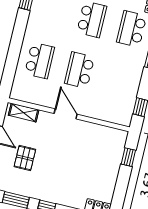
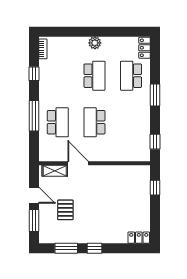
window: (15, 47) -> (34, 116), added
door: (66, 114) -> (78, 163), moved

